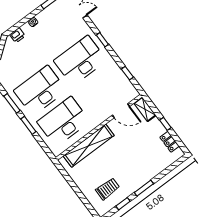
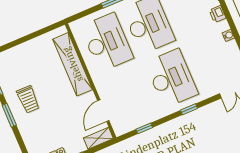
trolley: (108, 189) -> (28, 99), moved

